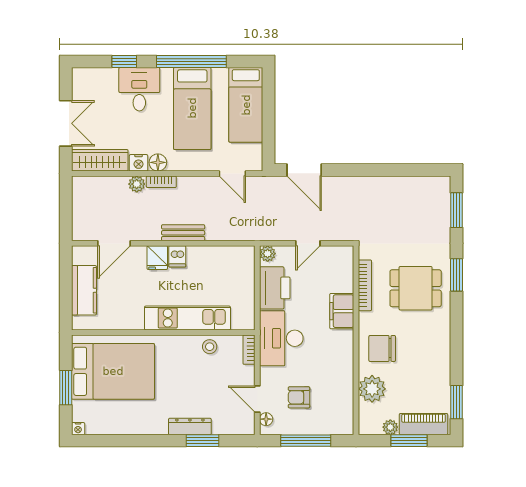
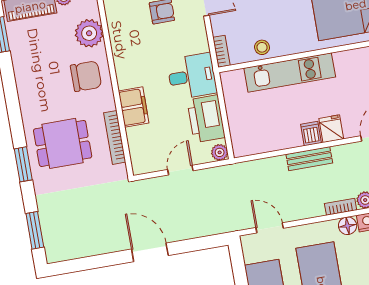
door: (304, 170) -> (150, 252), moved
desk: (281, 338) -> (192, 76), width x0.73

